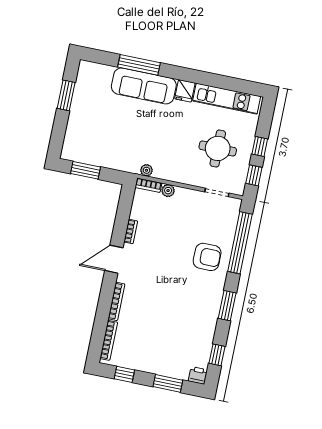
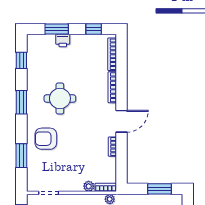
window: (240, 243) -> (21, 156), width x0.47
round table: (181, 301) -> (60, 98), added
printer: (198, 375) -> (63, 41), moved

